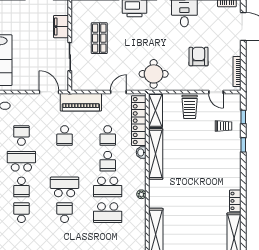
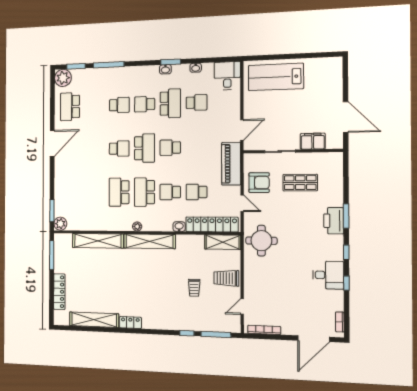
armchair: (199, 57) -> (259, 183), moved
window: (243, 117) -> (216, 334), width x2.17
trolley: (223, 126) -> (194, 288), moved
school desk: (65, 136) -> (170, 148), moved
shelving: (156, 154) -> (150, 241), moved

